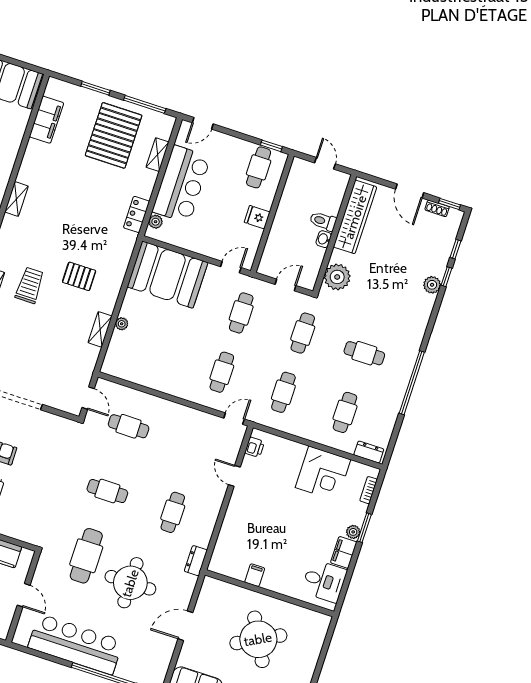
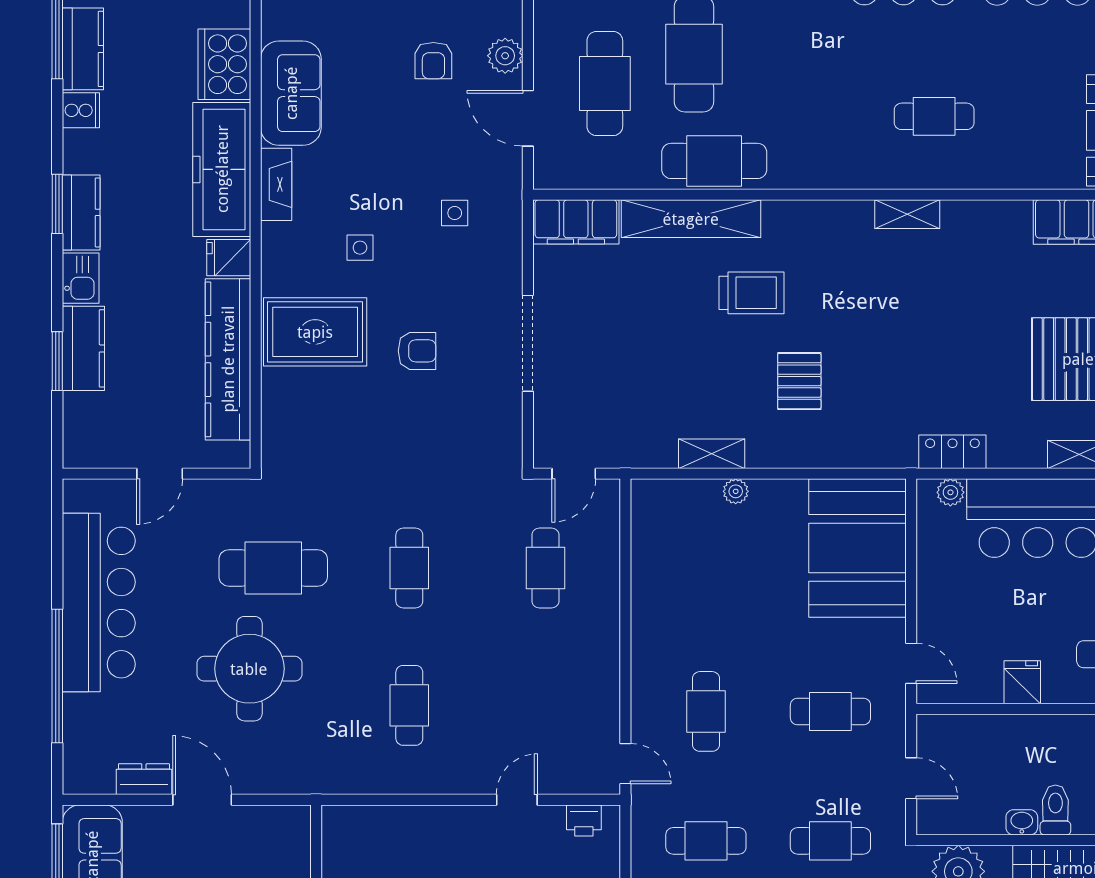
cafe table: (222, 372) -> (706, 711), turned 90
cafe table: (173, 512) -> (409, 705), turned 90
dresser: (196, 561) -> (144, 779), moved

